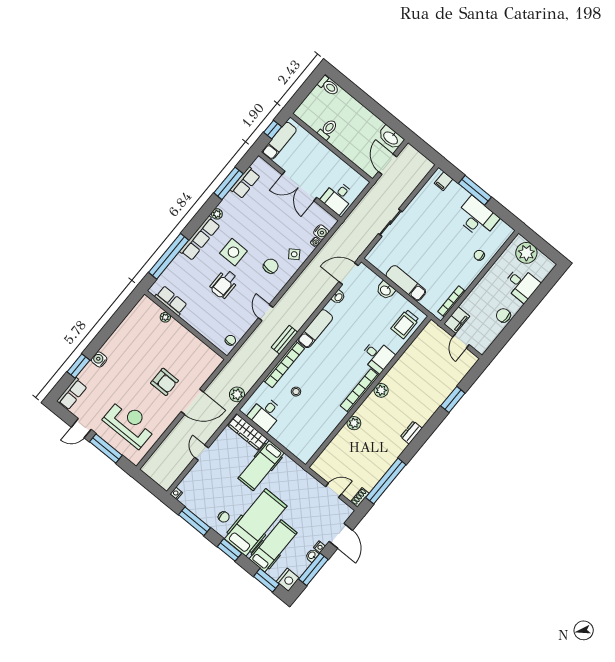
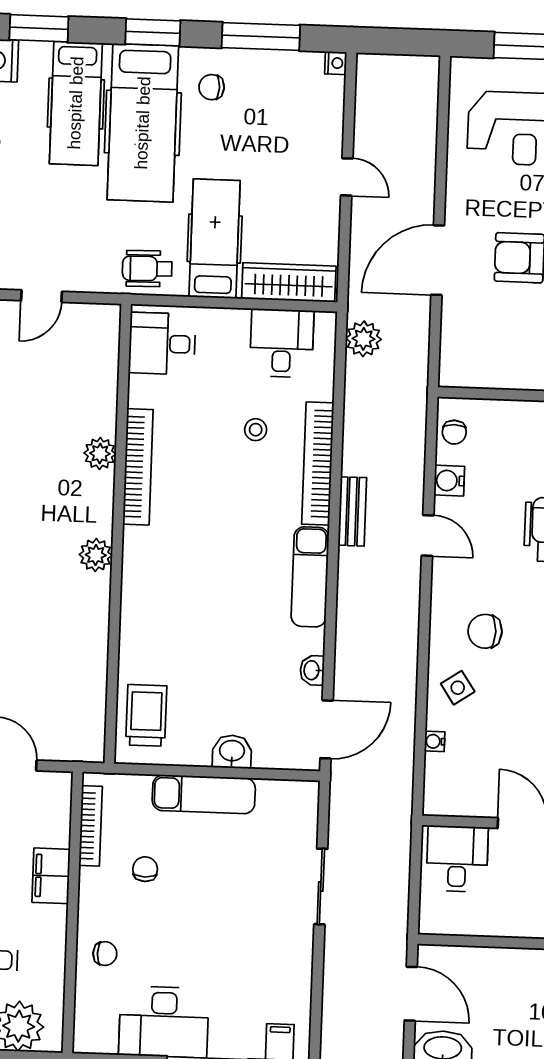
water cooler: (321, 232) -> (449, 481), moved
chair: (271, 266) -> (485, 631), turned 90
chair: (444, 273) -> (145, 869), added
filing cabinet: (457, 320) -> (51, 876), moved
desk: (377, 356) -> (162, 344), moved
bookcase: (360, 391) -> (138, 467), moved
wheelchair: (291, 473) -> (147, 269), added

